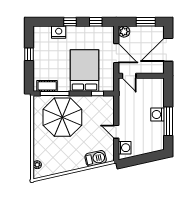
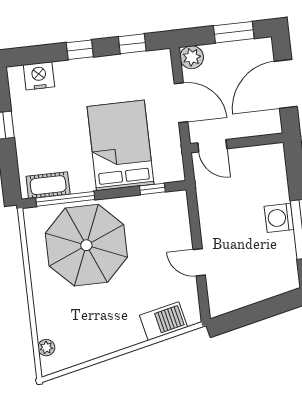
nightstand: (59, 32) -> (39, 76), moved
washing machine: (125, 148) -> (220, 293), removed

